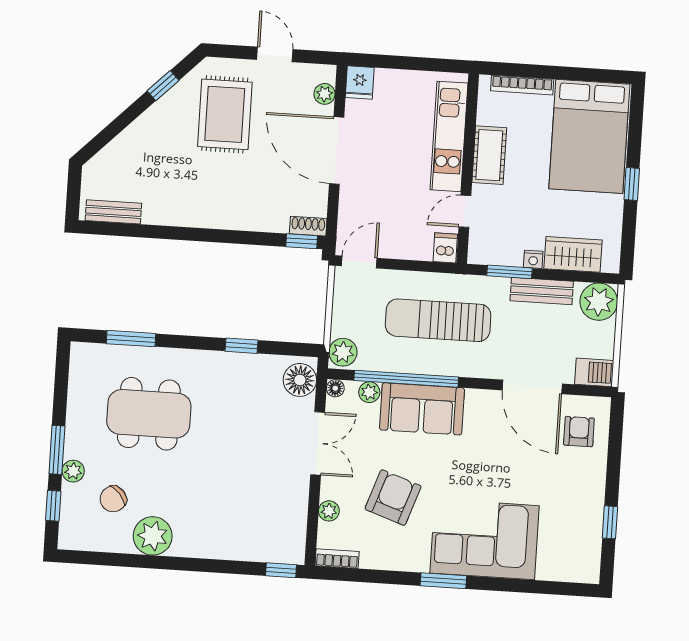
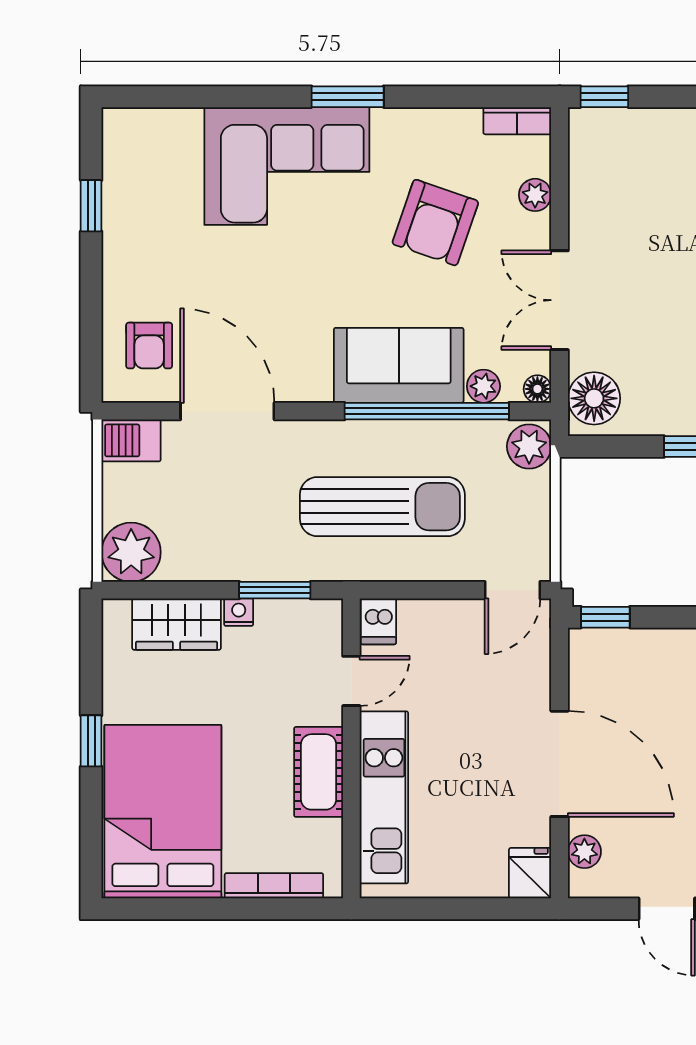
shoe rack: (308, 226) -> (597, 642), removed
bench: (542, 291) -> (222, 563), removed

